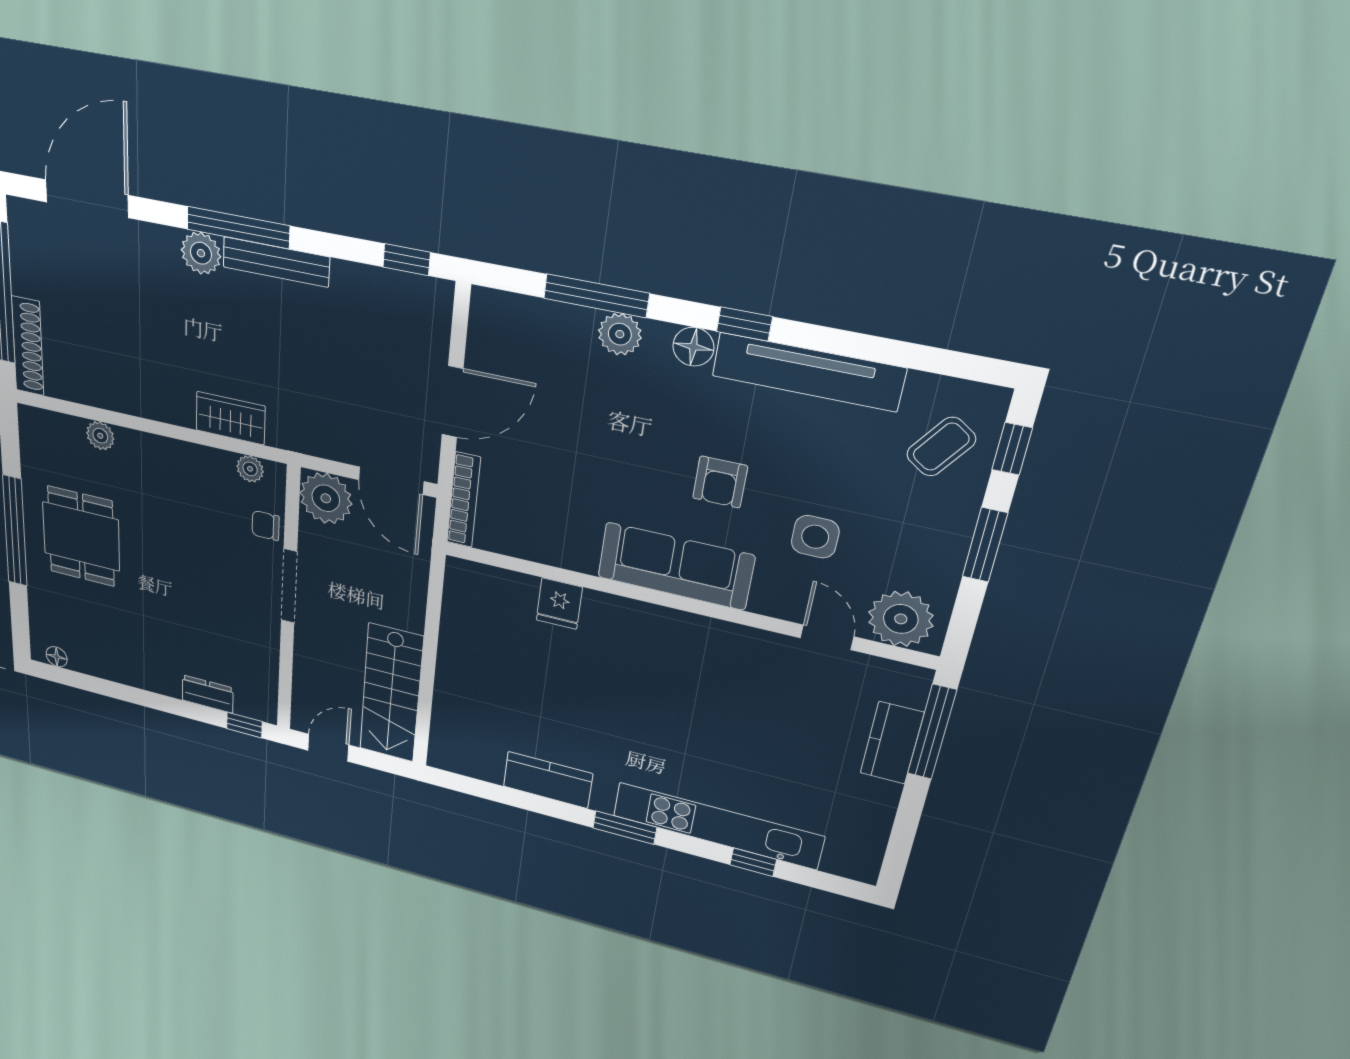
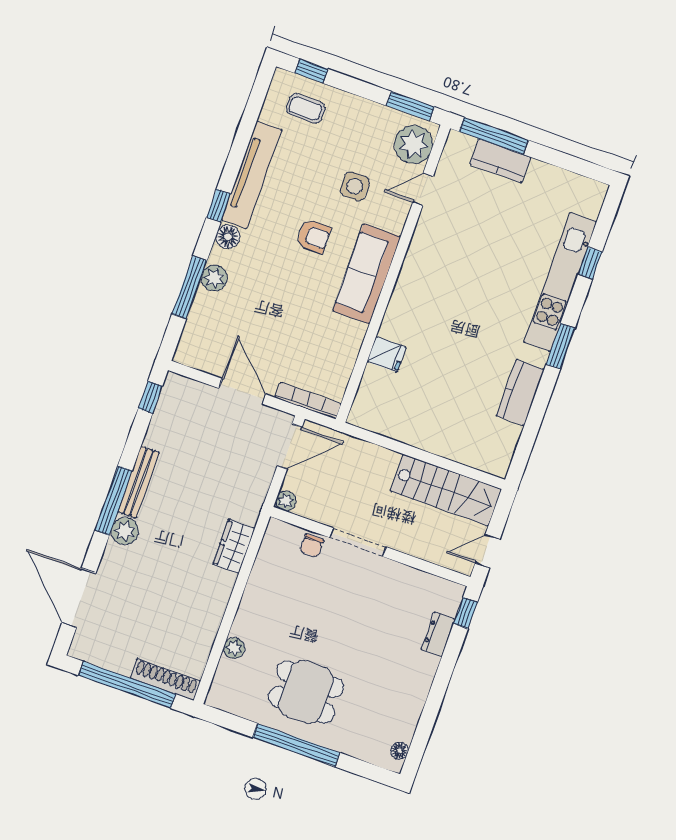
coffee table: (941, 447) -> (306, 108), turned -35
plant: (250, 469) -> (270, 544), removed
plant: (326, 498) -> (286, 501), width x0.53, depth x0.53
window: (985, 545) -> (410, 106), moved
door: (328, 748) -> (487, 551), hinge flipped

